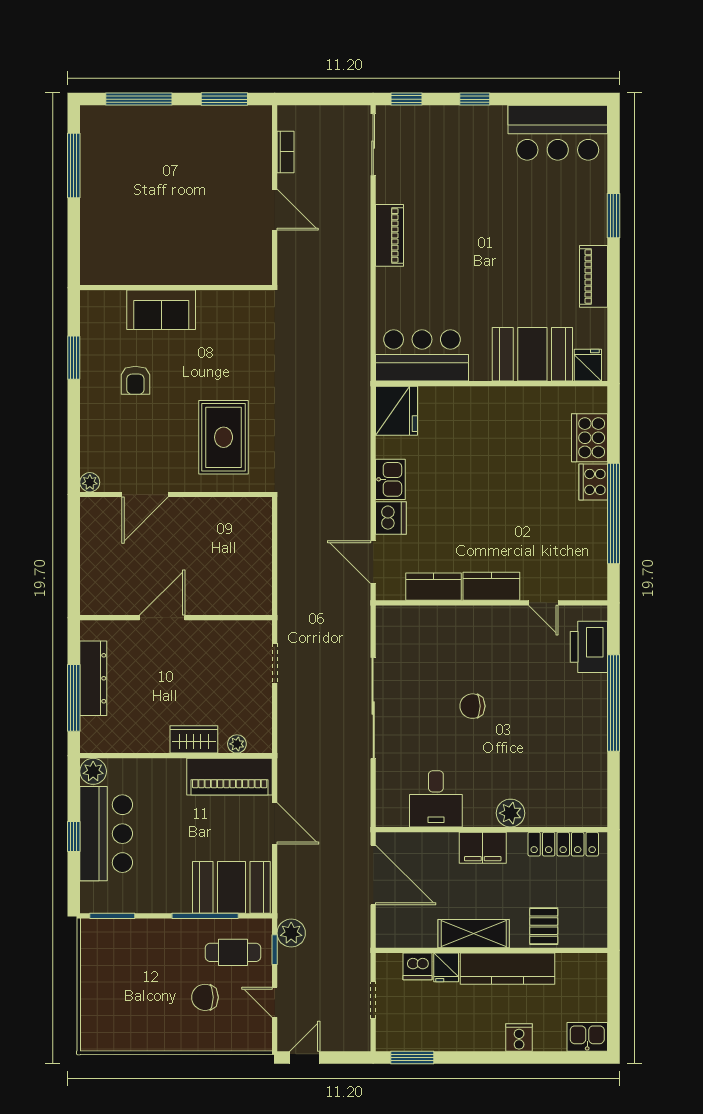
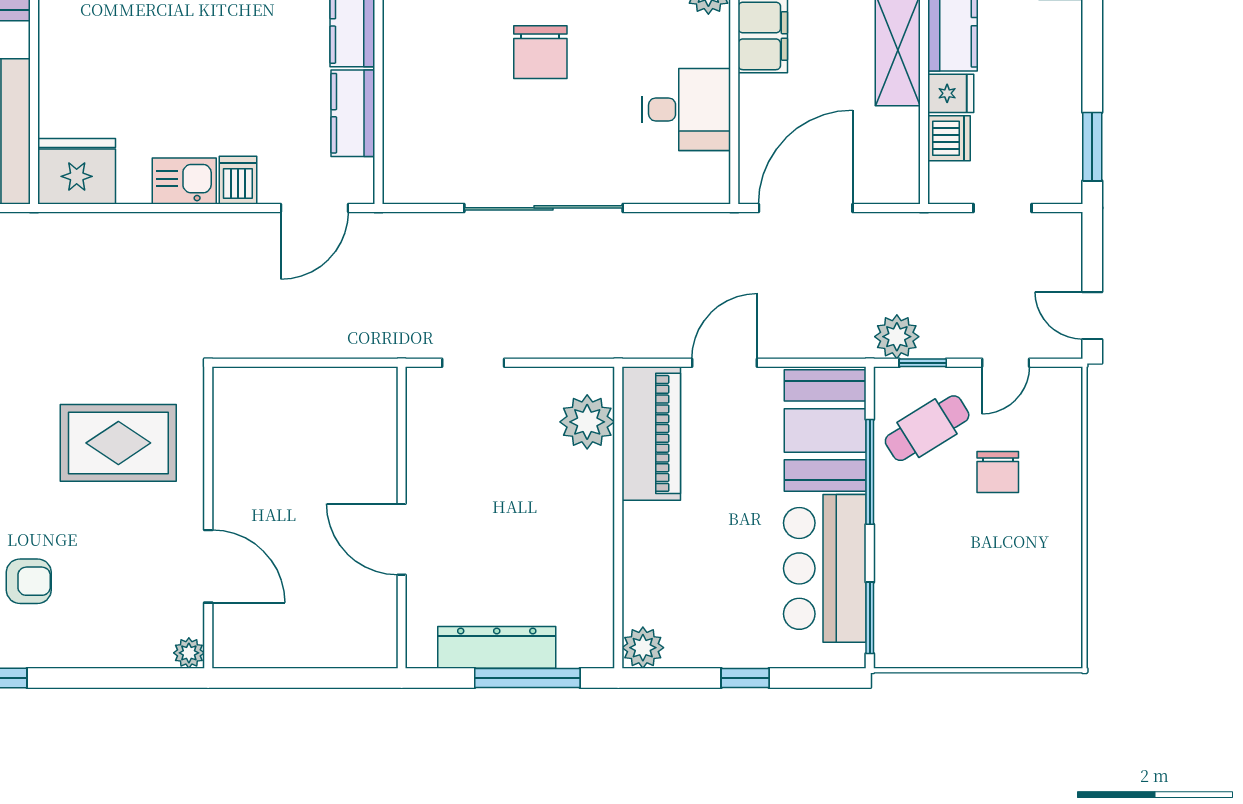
dishwasher: (391, 518) -> (238, 180), width x0.73
chair: (472, 706) -> (540, 52), width x1.37, depth x1.37
wardrobe: (194, 739) -> (593, 489), removed
plant: (237, 744) -> (587, 422), width x1.88, depth x1.88
bar counter: (106, 834) -> (825, 568), moved, turned -90
cafe table: (233, 952) -> (927, 428), turned 58

